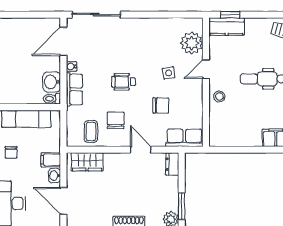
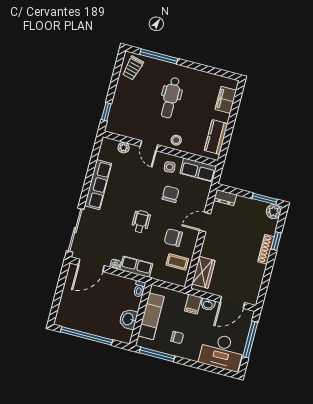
row of seats: (151, 26) -> (98, 185), added
kitchen counter: (227, 27) -> (216, 137), moved, turned 180
door: (63, 41) -> (91, 265), hinge flipped
plant: (192, 43) -> (124, 148), width x0.53, depth x0.53
side table: (169, 73) -> (170, 167), moved
washbasin: (52, 82) -> (128, 319), moved, turned 90
wheelchair: (124, 82) -> (141, 222), turned 180
row of seats: (184, 138) -> (198, 170), moved, turned -90

